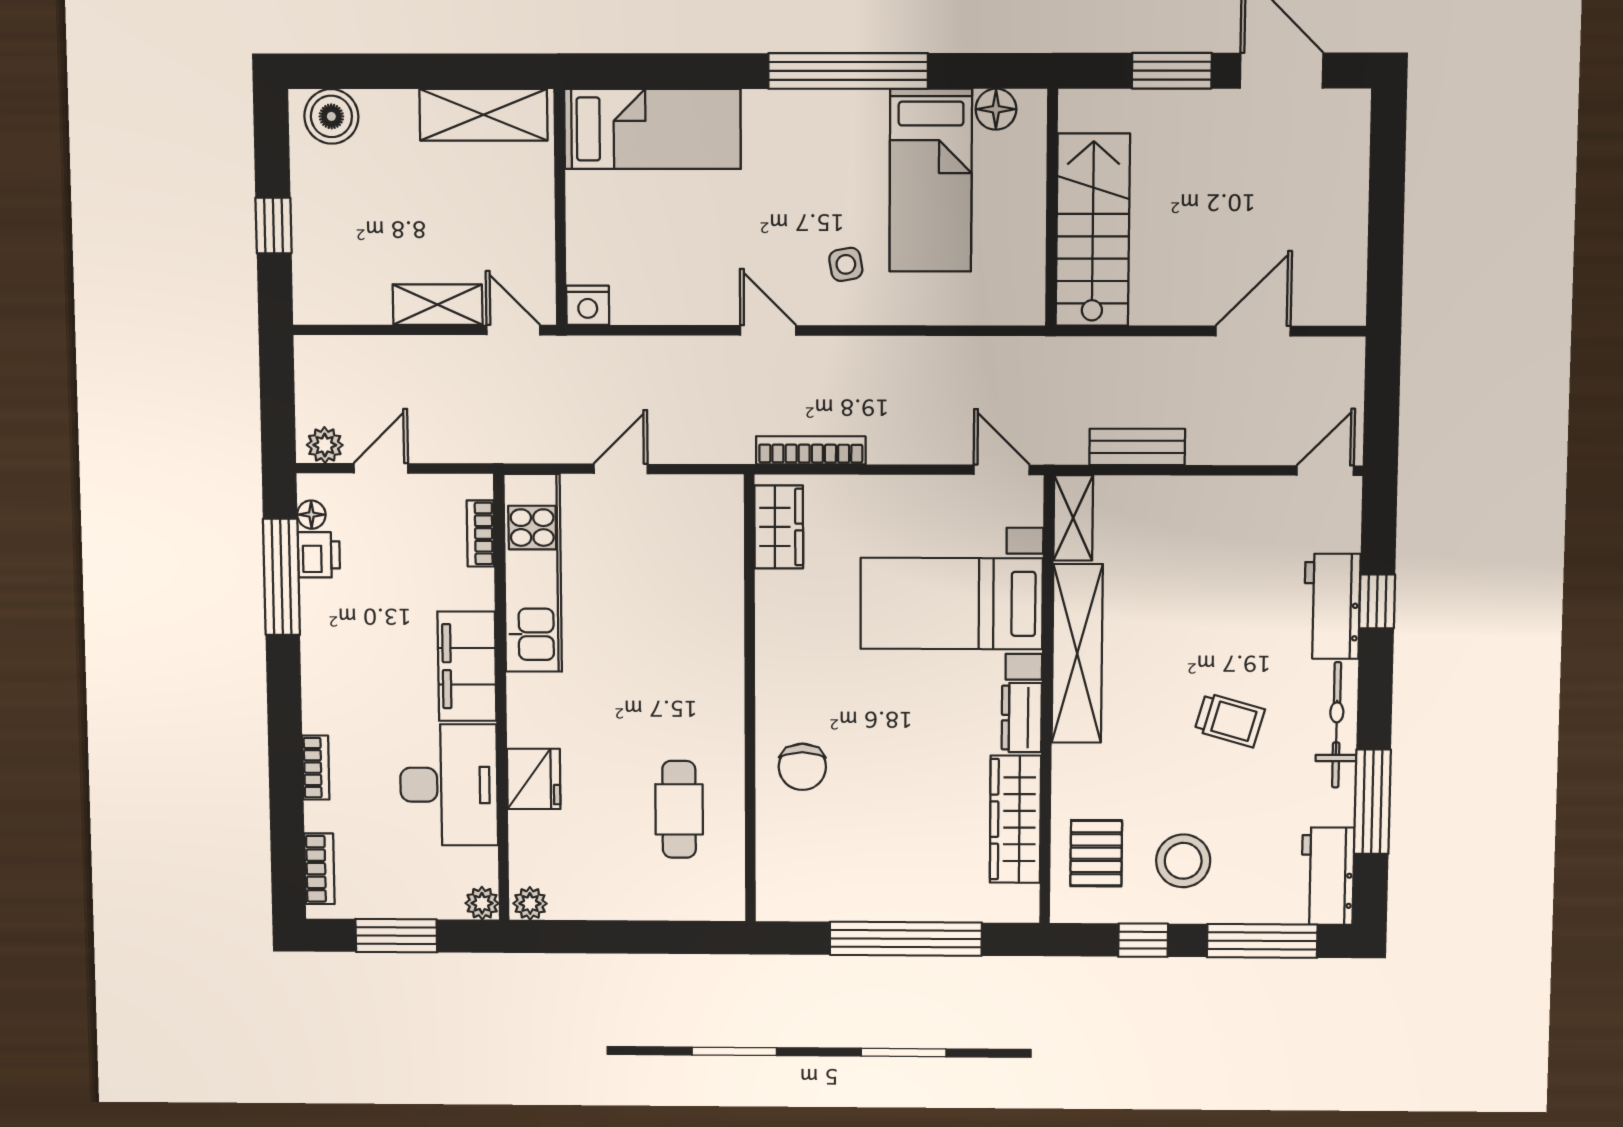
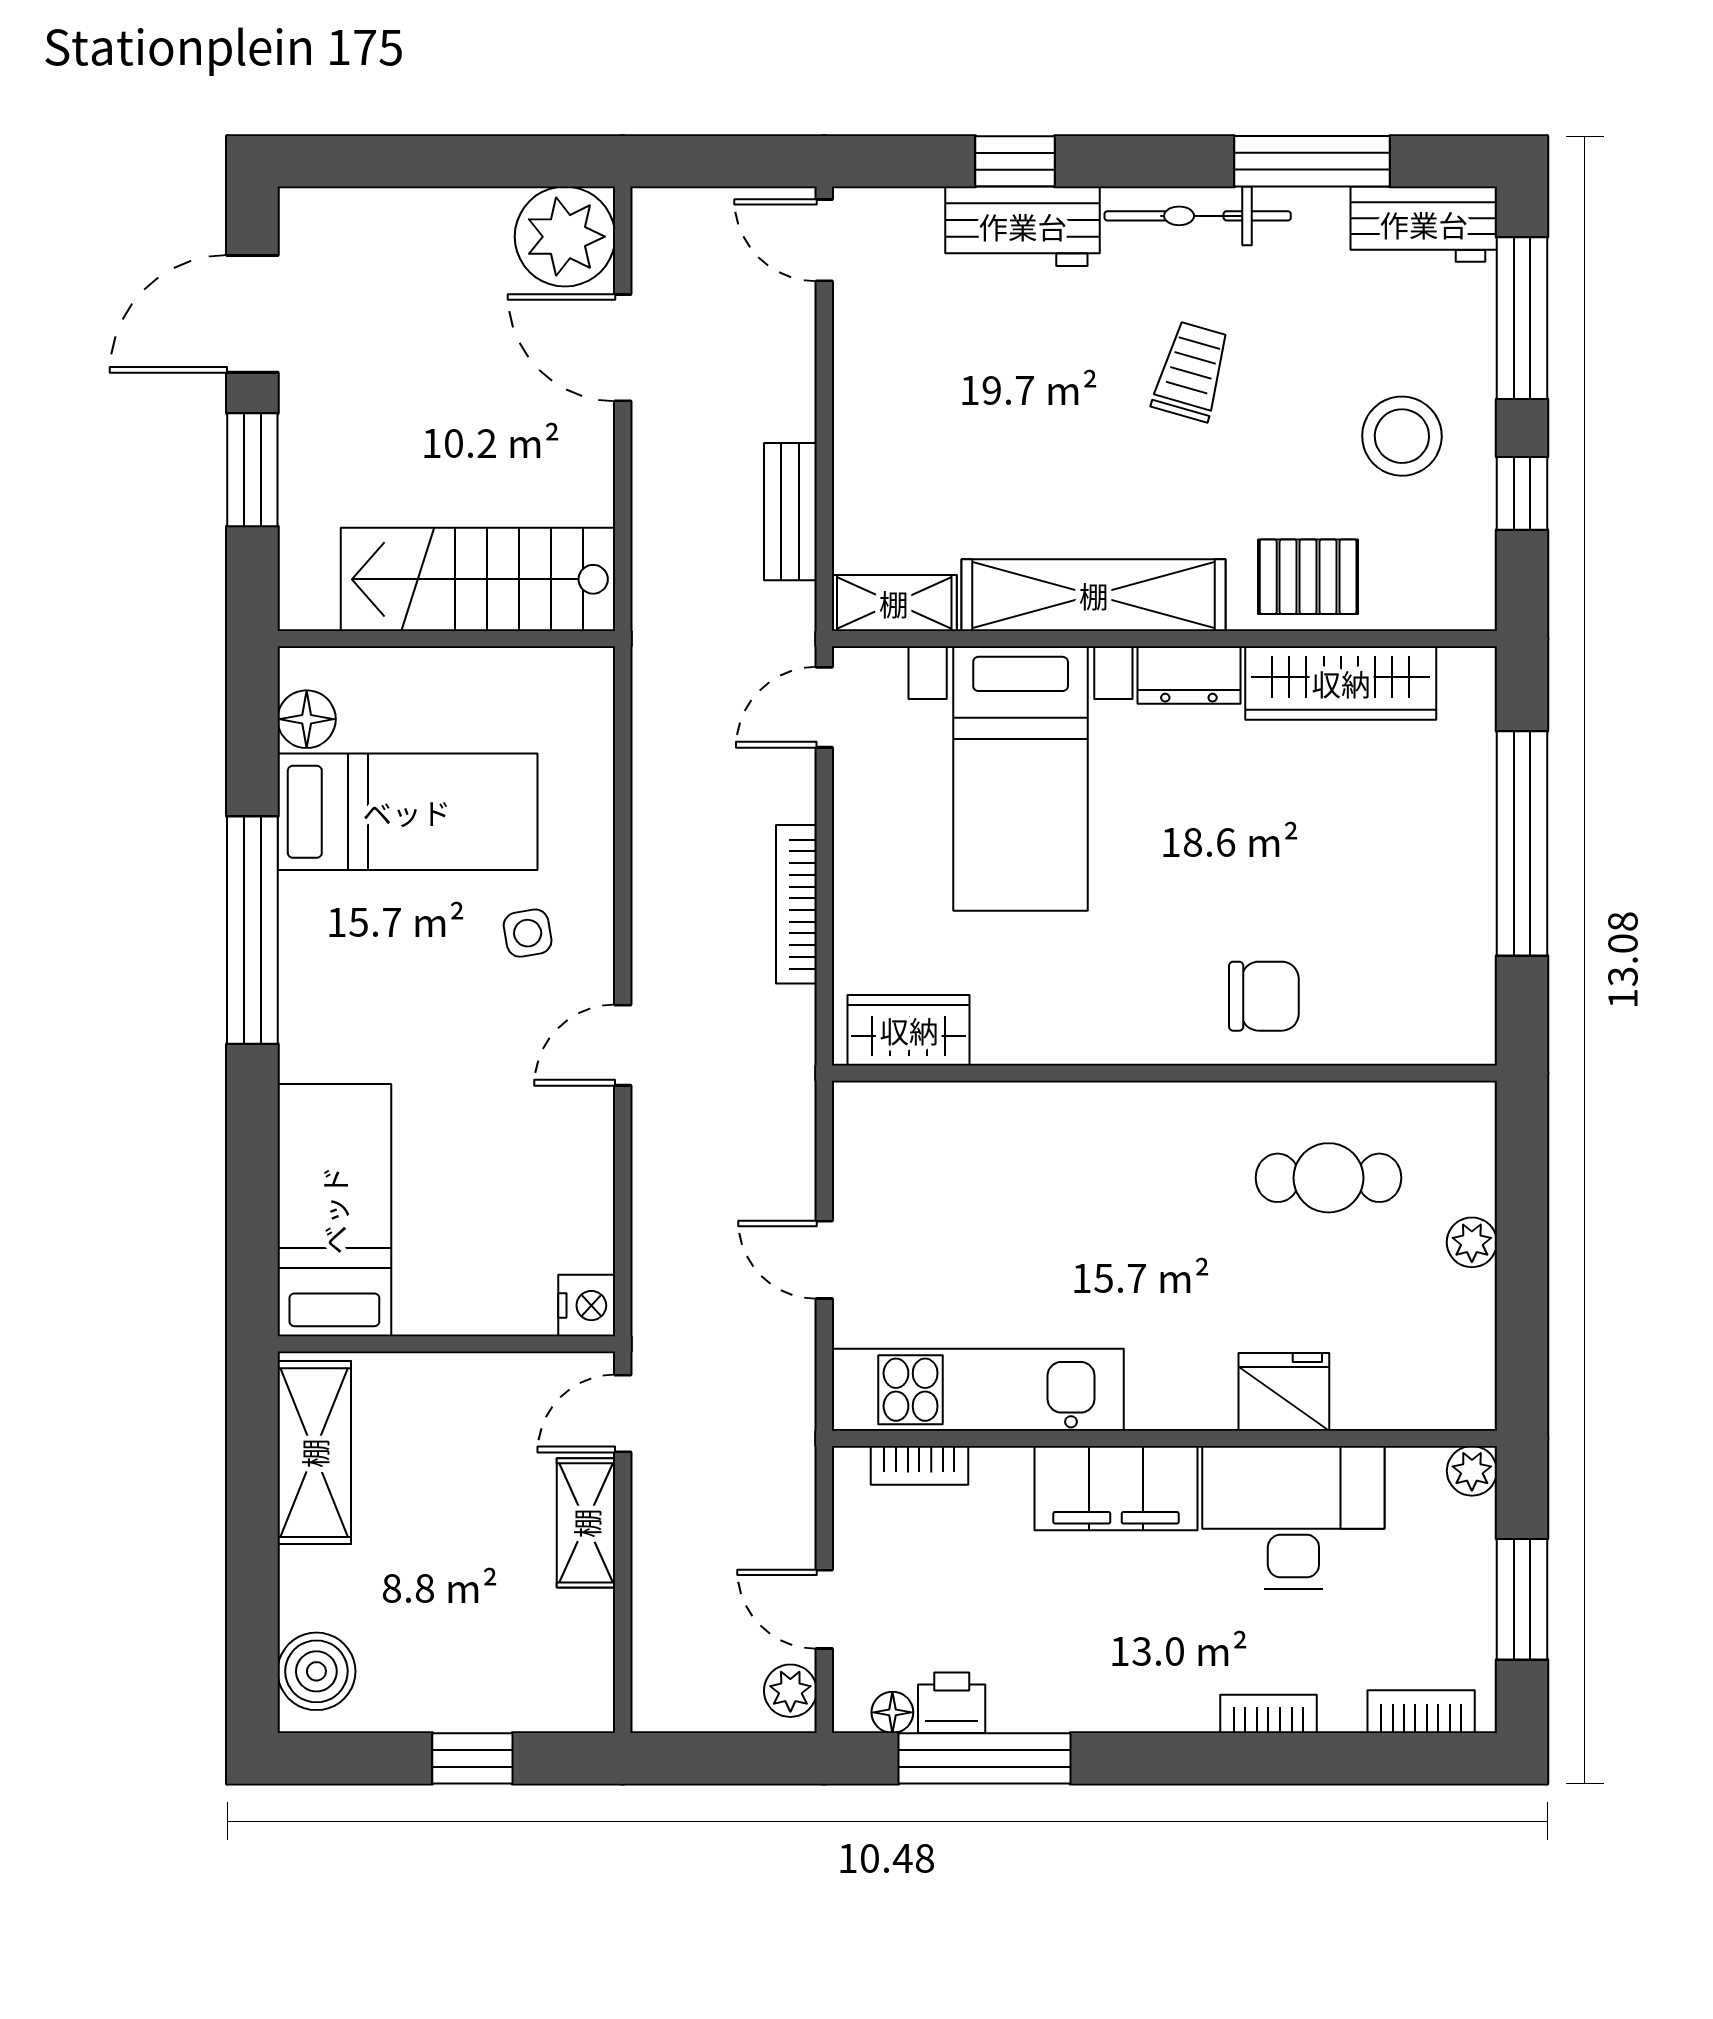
plant: (1332, 291) -> (565, 237), added
bookcase: (811, 450) -> (796, 904), moved
pallet: (1096, 853) -> (1308, 577), moved
plant: (530, 903) -> (1472, 1242), moved

